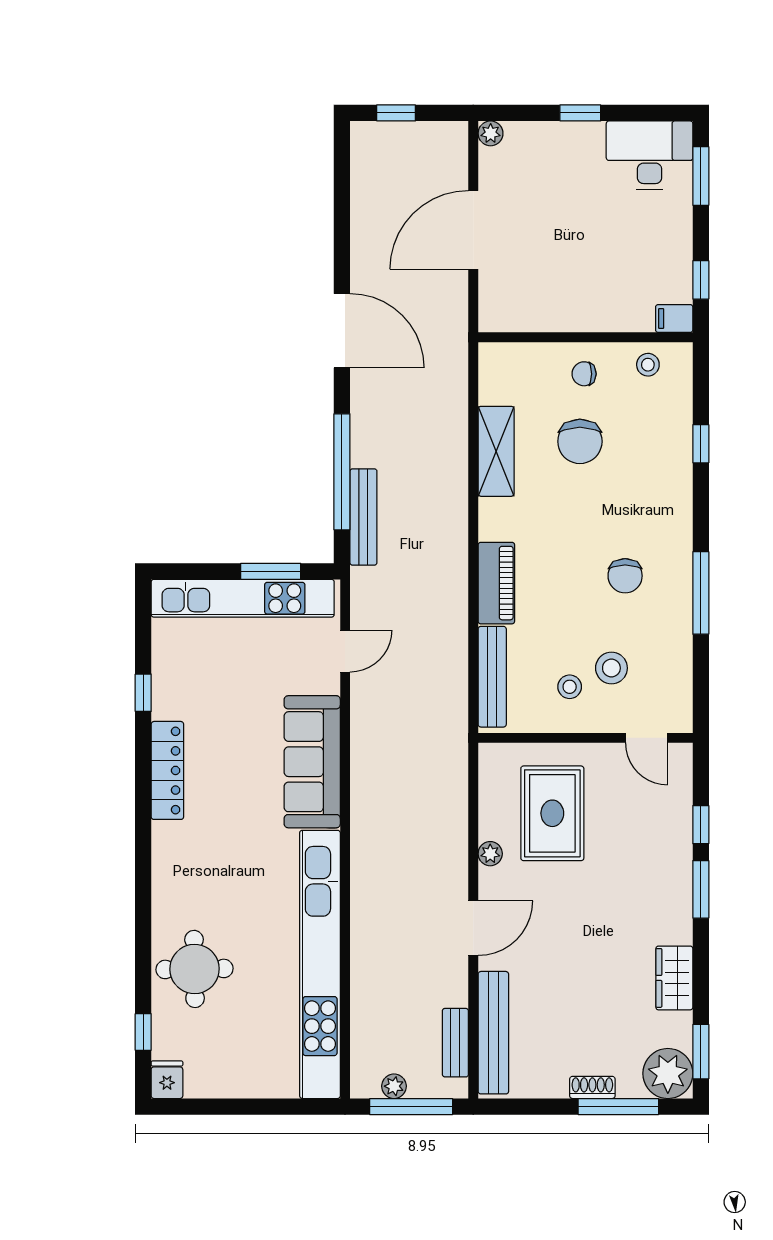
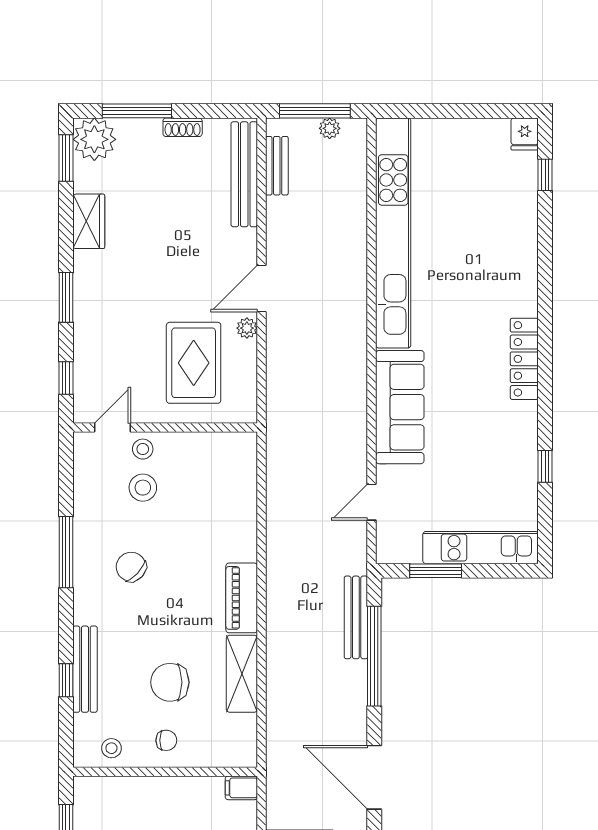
filing cabinet: (674, 318) -> (241, 788), moved, turned 180
chair: (580, 441) -> (170, 682), turned -90
chair: (625, 576) -> (131, 567), turned -47
piano: (496, 583) -> (242, 598), moved
kitchen unit: (243, 598) -> (481, 548), width x0.73
bench: (492, 677) -> (85, 669), moved
stool: (570, 687) -> (143, 449), moved
door: (647, 738) -> (113, 428), hinge flipped
locker: (167, 770) -> (524, 359), moved
window: (701, 825) -> (66, 378), moved
door: (473, 928) -> (261, 288), moved
round table: (195, 969) -> (501, 229), removed
shoe rack: (592, 1087) -> (183, 127), moved

